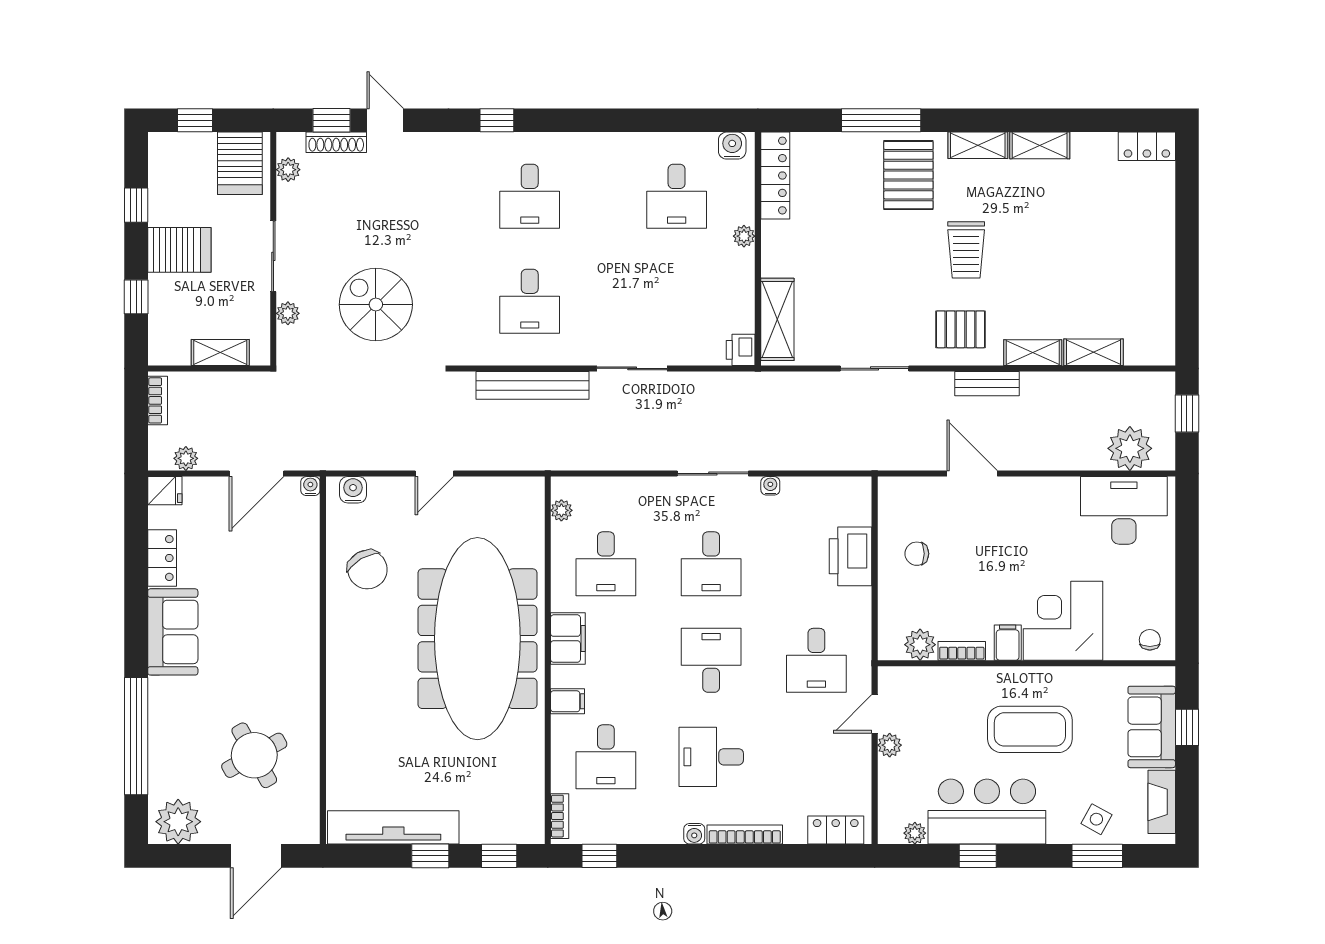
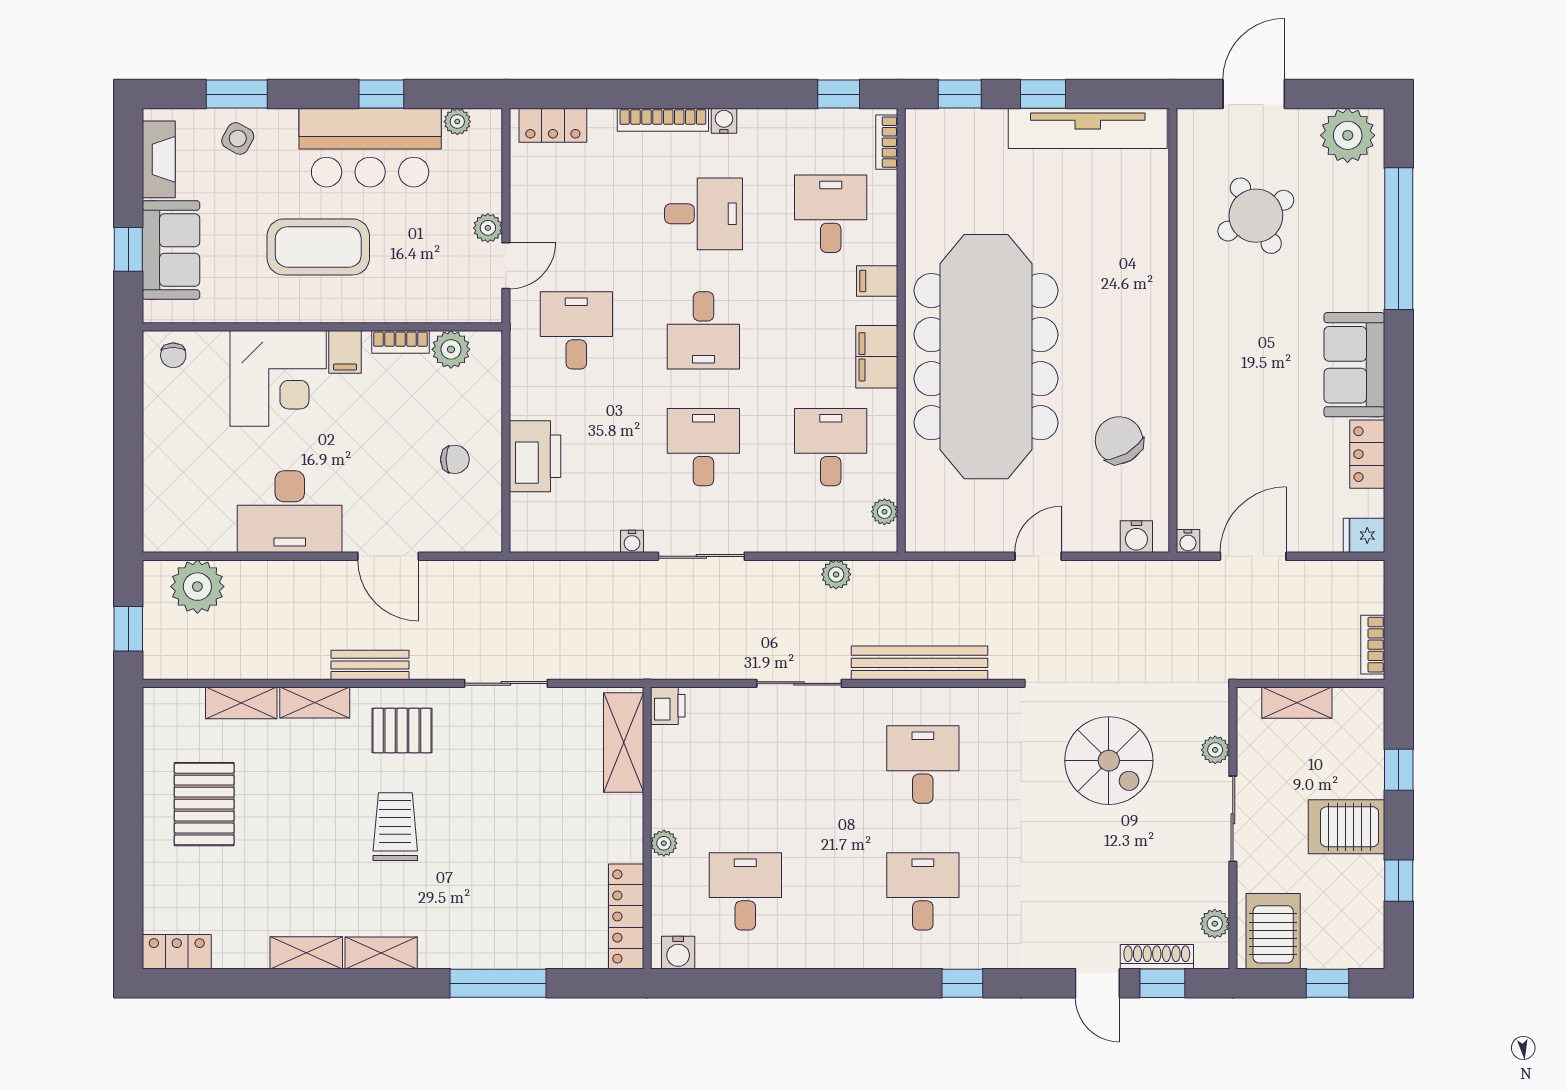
pallet: (908, 175) -> (204, 804), moved
plant: (186, 458) -> (836, 574), moved
desk: (1124, 510) -> (290, 512), moved

